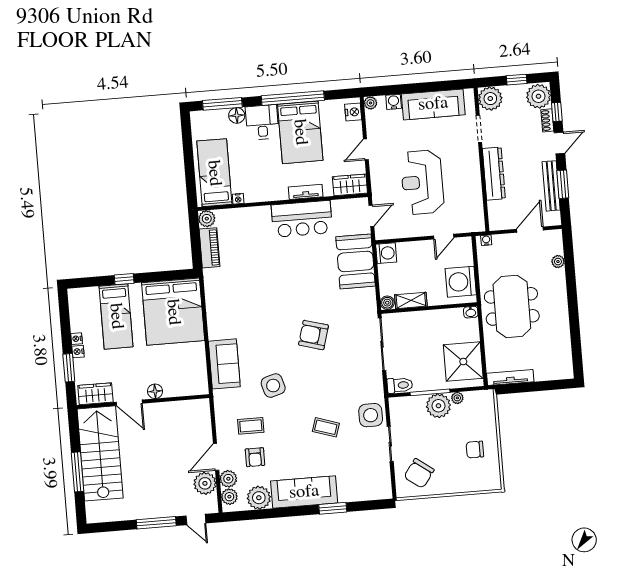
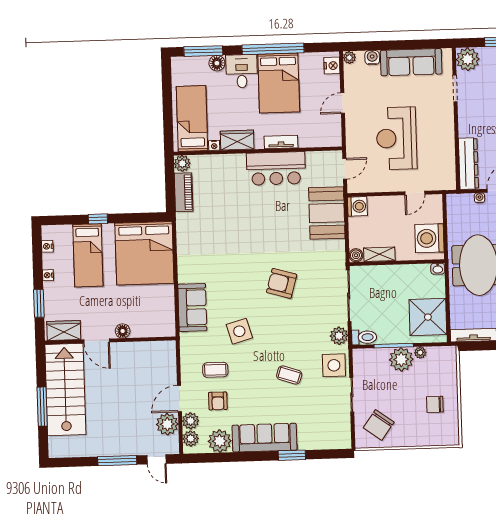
dresser: (494, 174) -> (468, 164), moved
wardrobe: (350, 185) -> (237, 140), moved
water cooler: (486, 240) -> (479, 198), moved
nightstand: (78, 352) -> (47, 246), moved
plant: (374, 385) -> (339, 336), added

